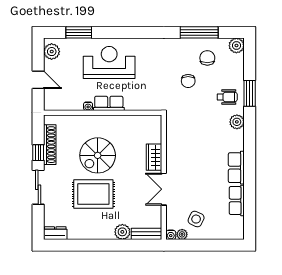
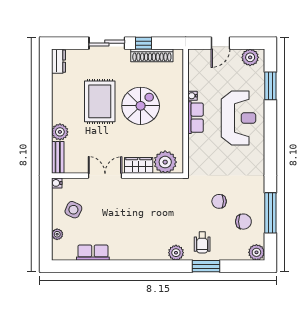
plant: (151, 132) -> (165, 162), added
spiral stairs: (98, 155) -> (141, 106), turned 90
row of seats: (236, 168) -> (128, 252), removed
plant: (182, 234) -> (57, 234), moved

